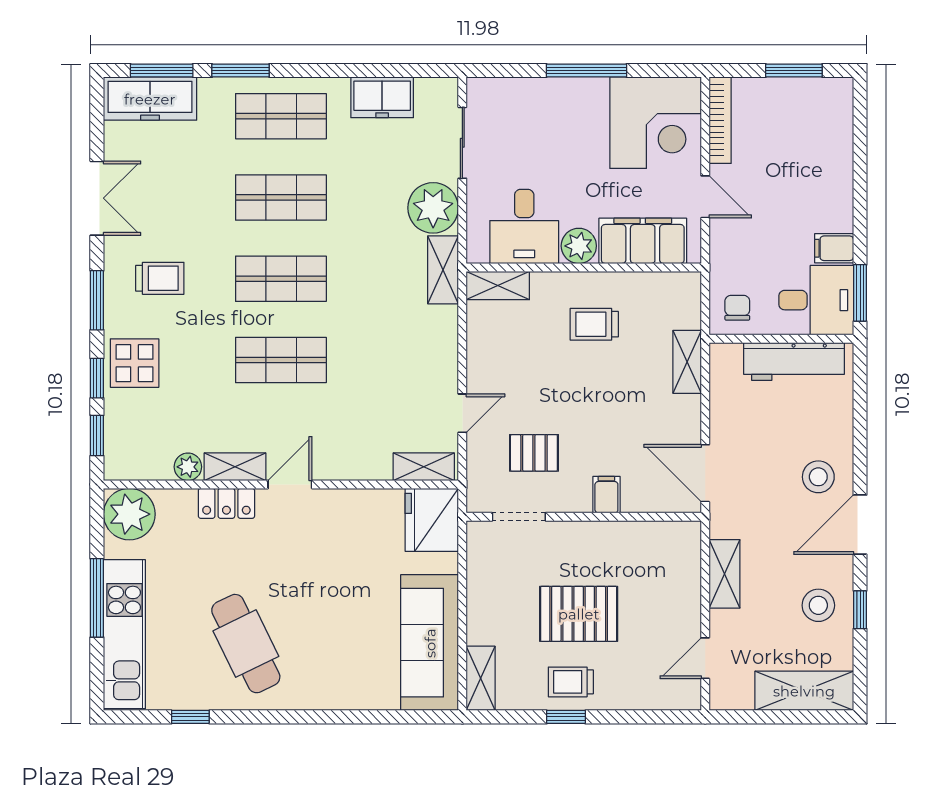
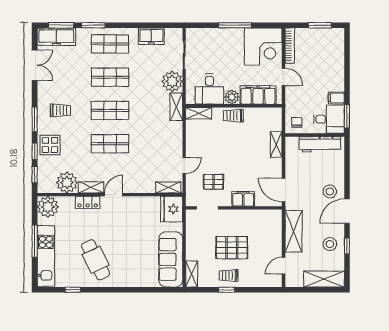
double door: (97, 198) -> (35, 65), moved
trolley: (594, 324) -> (233, 116), moved
plant: (188, 467) -> (67, 182), width x1.88, depth x1.88
filing cabinet: (606, 495) -> (243, 199), width x2.00
shelving: (725, 574) -> (294, 231), width x1.50, depth x1.33

